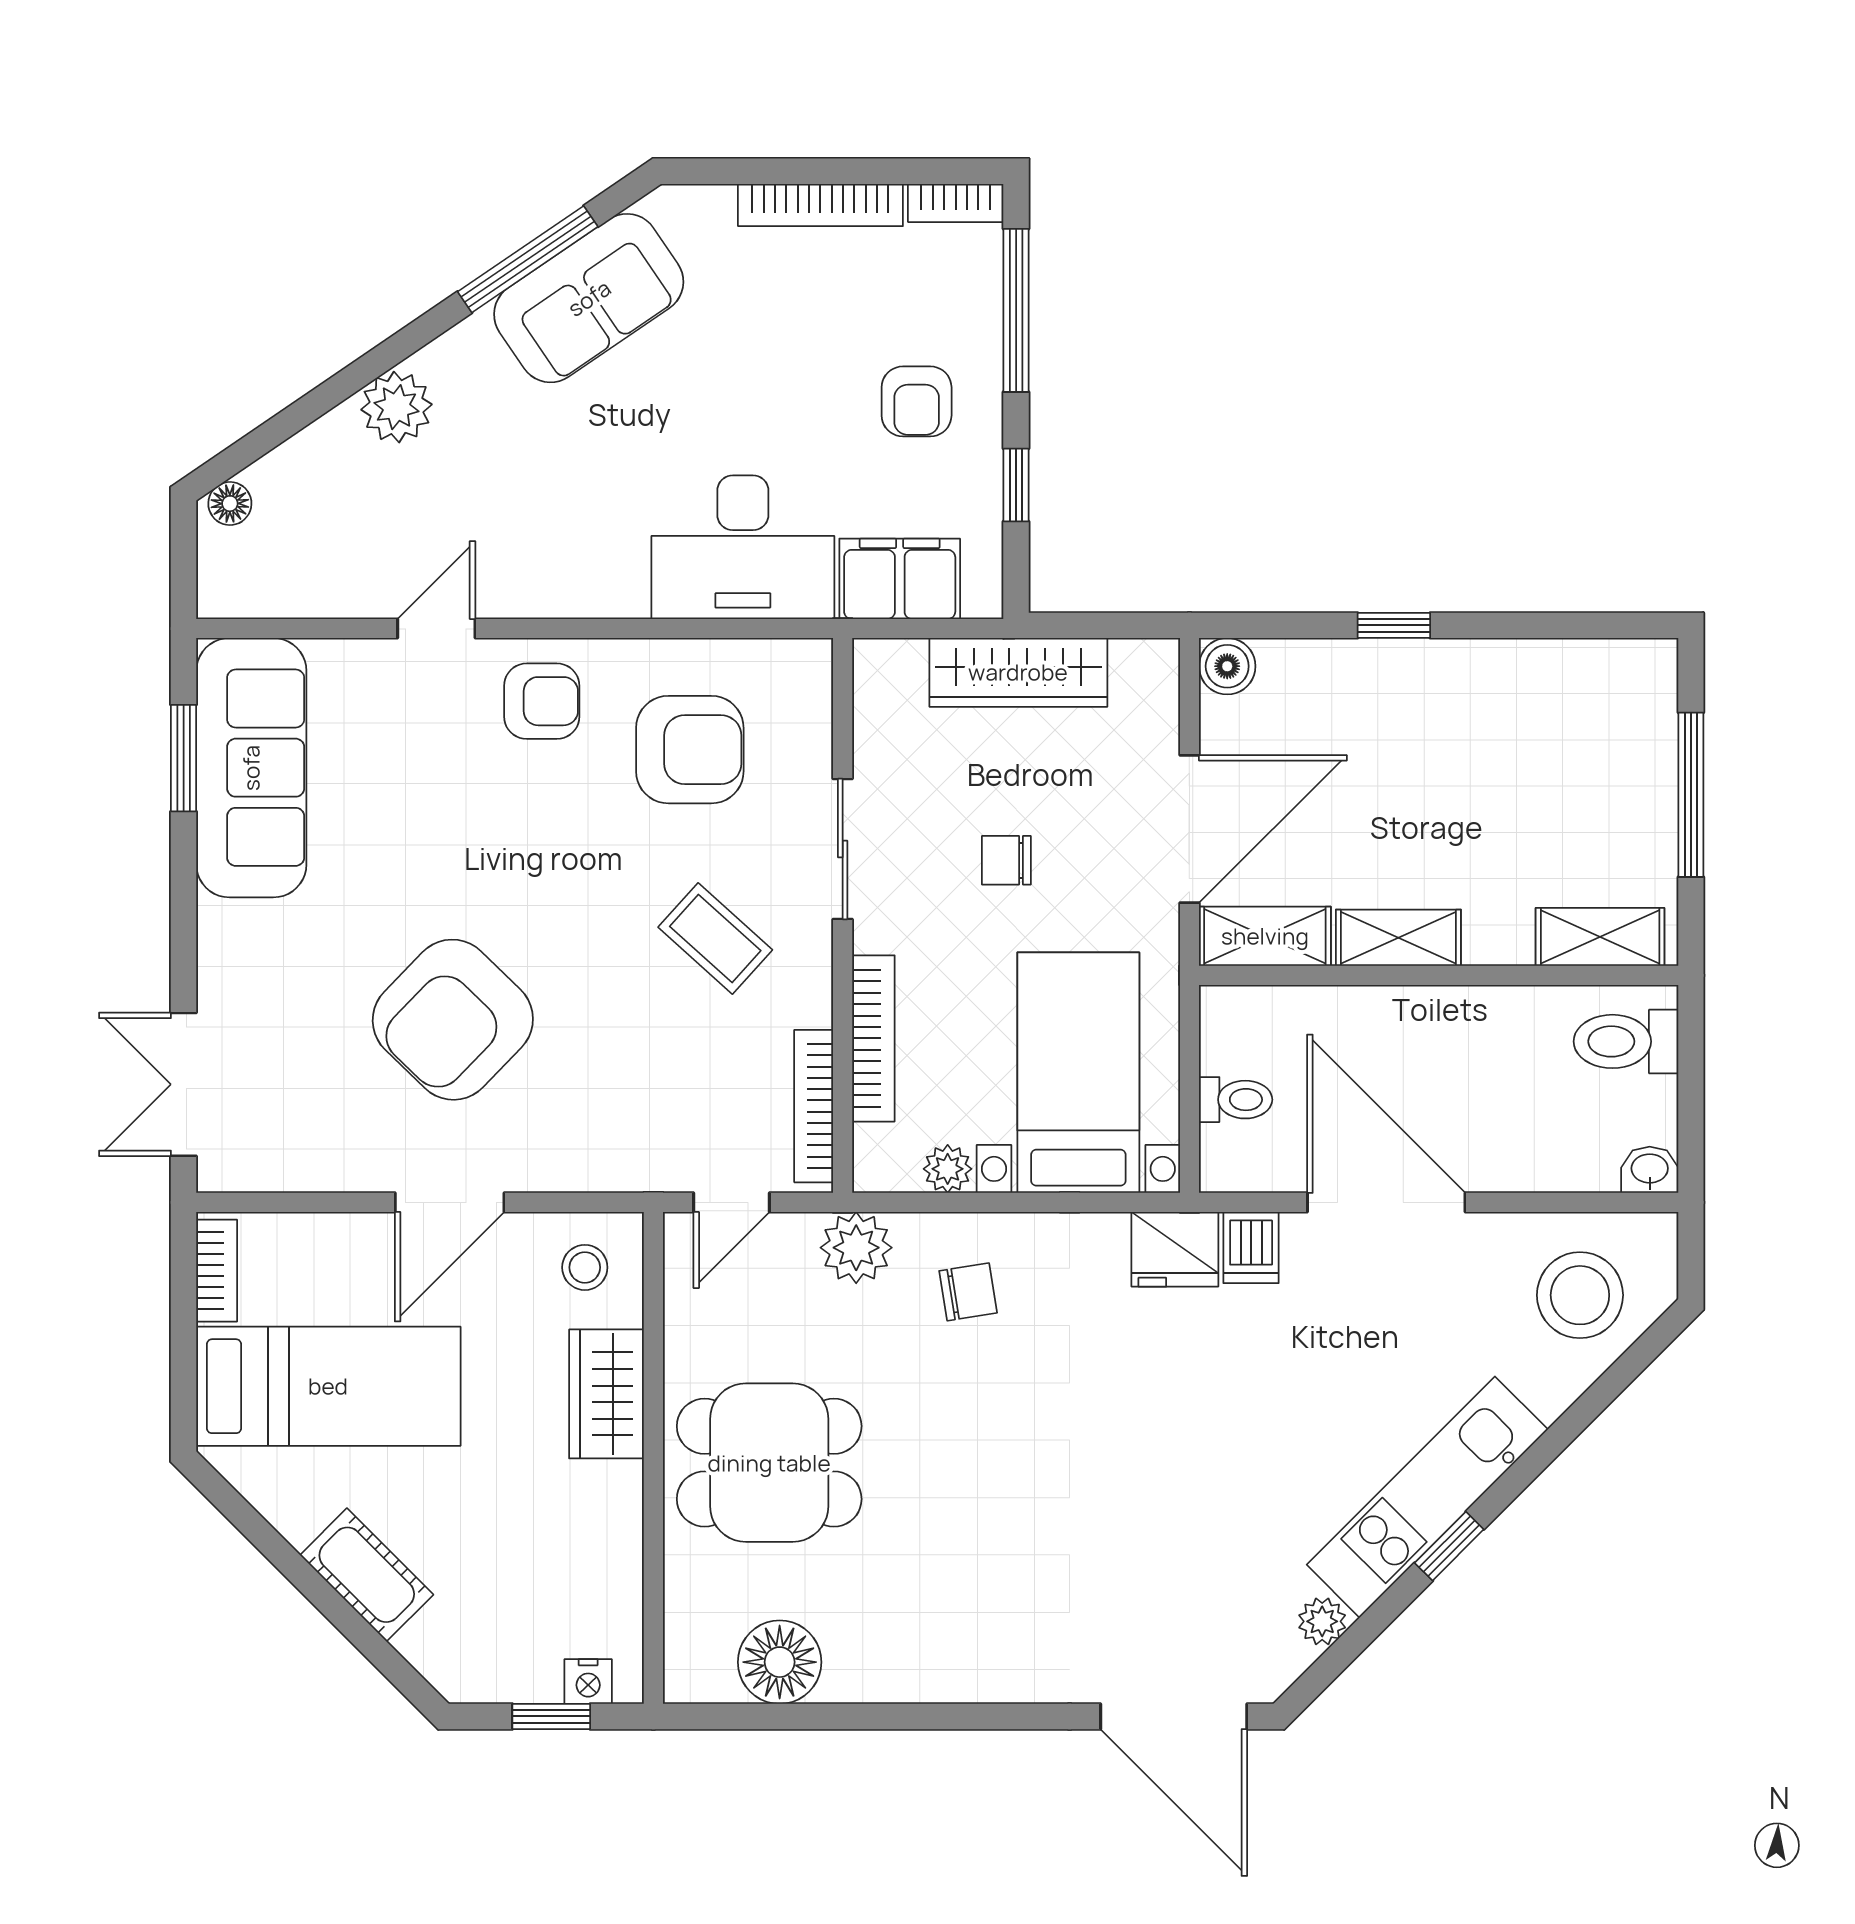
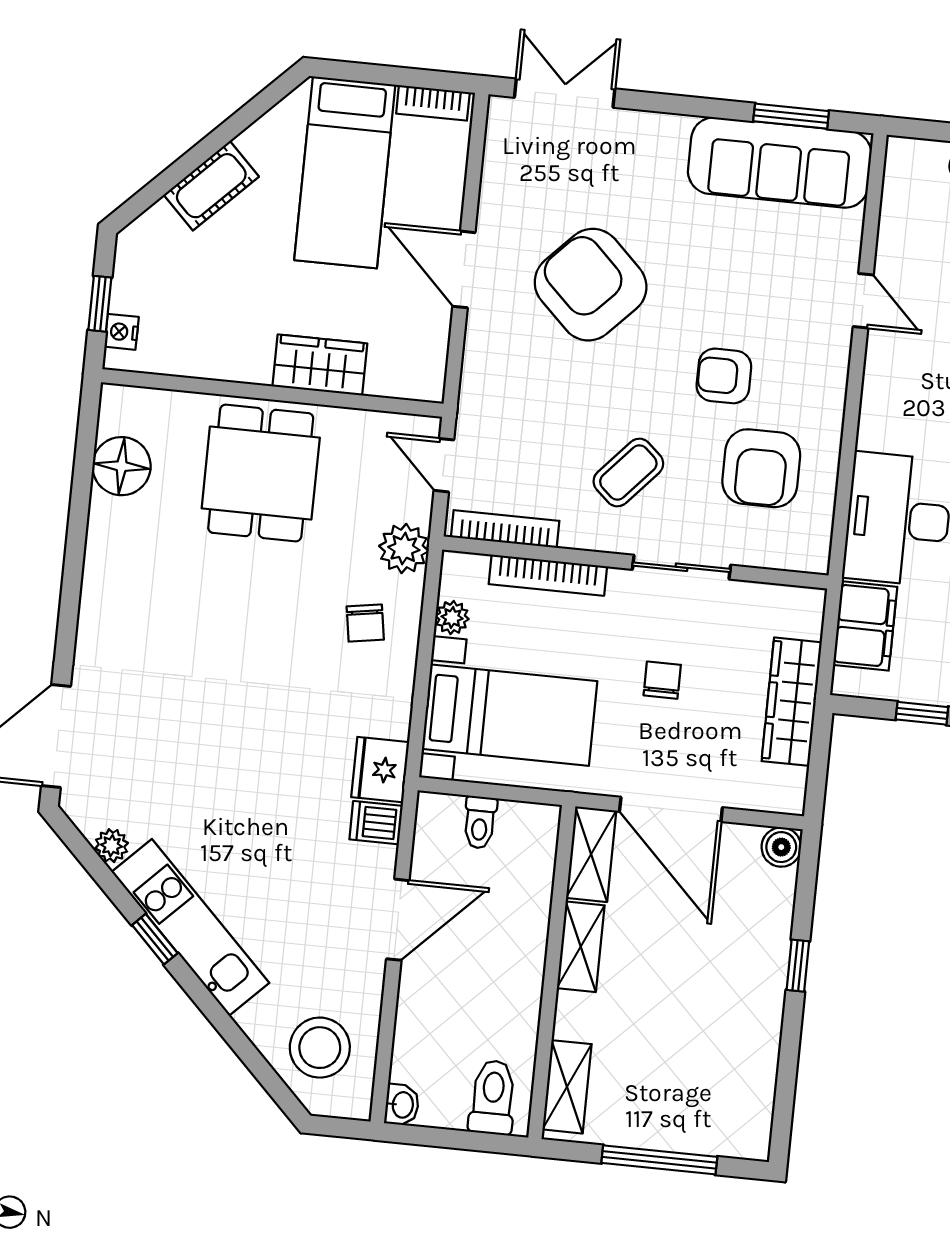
armchair: (542, 701) -> (724, 376), moved, turned 90
door: (1386, 1202) -> (398, 920), width x0.73
stool: (585, 1267) -> (409, 359), removed

